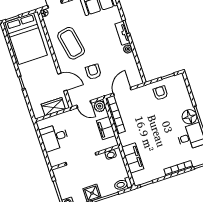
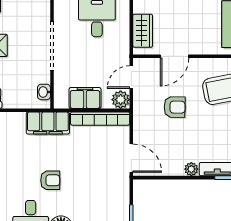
door: (122, 91) -> (131, 158), moved
armchair: (160, 93) -> (50, 180), moved
filing cabinet: (133, 158) -> (48, 123), moved

